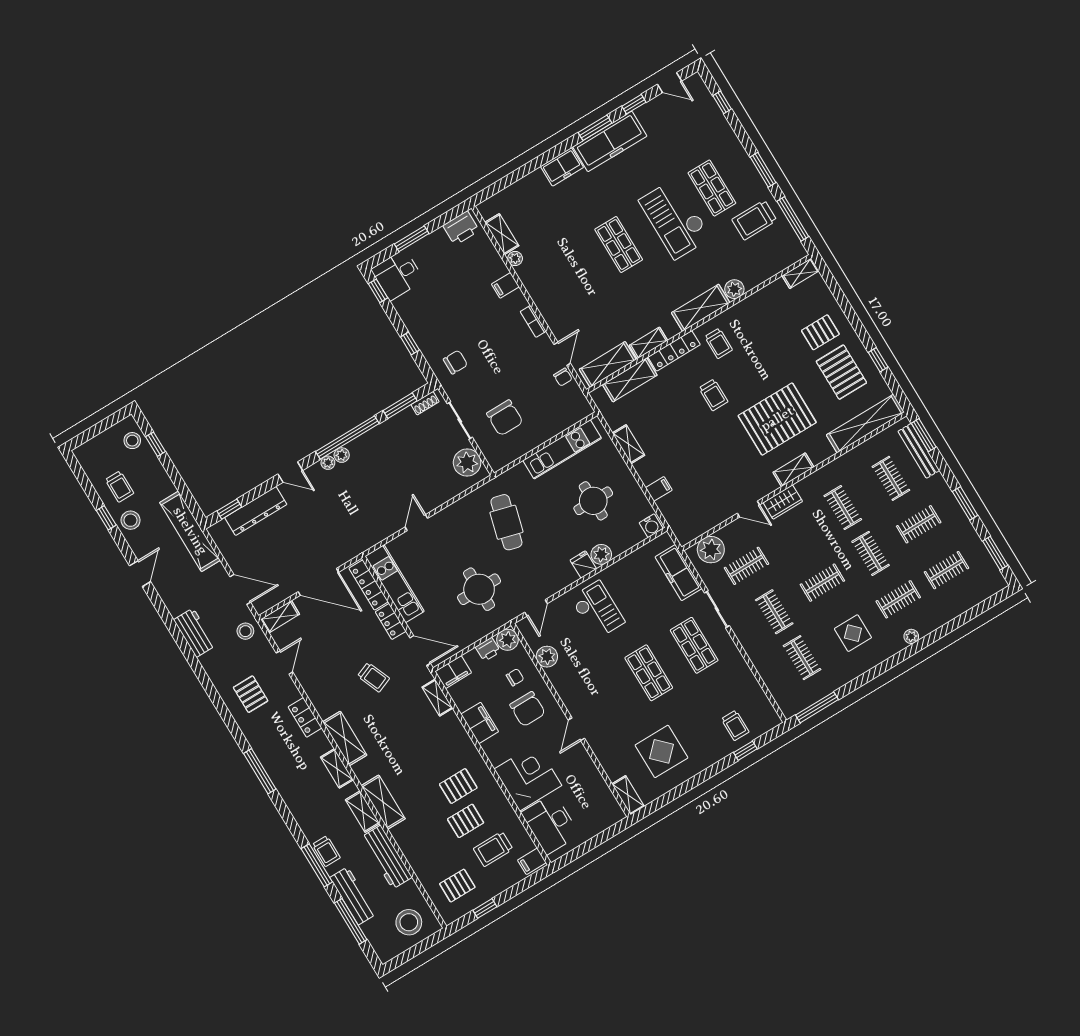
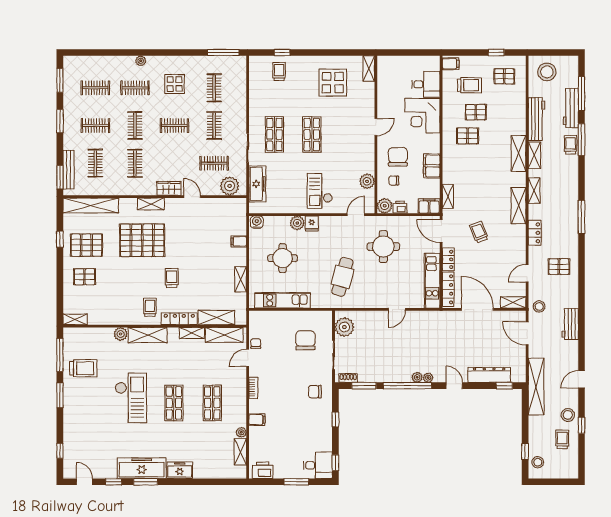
shop shelf: (712, 188) -> (212, 403), moved
pallet: (841, 372) -> (86, 245), turned 90
pallet: (251, 694) -> (559, 267), turned 90
desk: (550, 824) -> (426, 84), width x0.73

